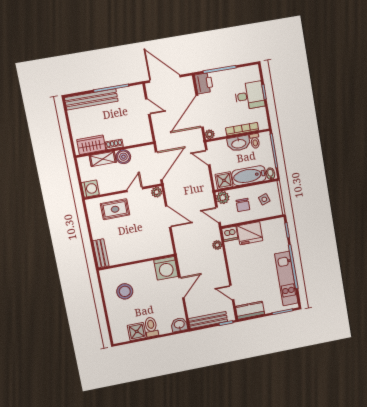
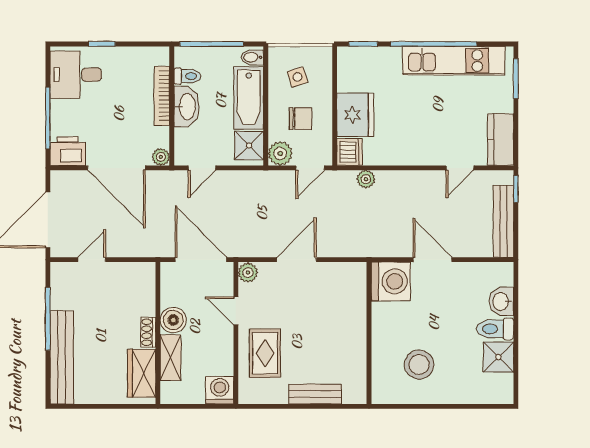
desk: (250, 96) -> (76, 75), moved, turned -90
bench: (101, 253) -> (315, 394), moved
washbasin: (179, 325) -> (501, 301), moved

